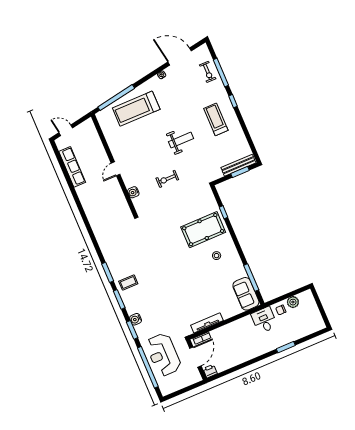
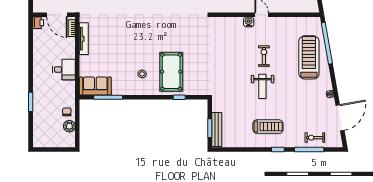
exercise bike: (167, 179) -> (264, 56), moved
water cooler: (133, 192) -> (249, 22), moved
desk: (264, 320) -> (64, 70), moved

